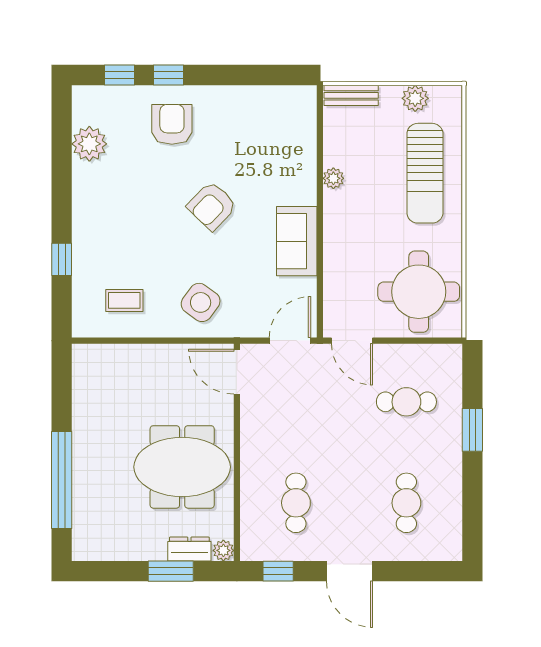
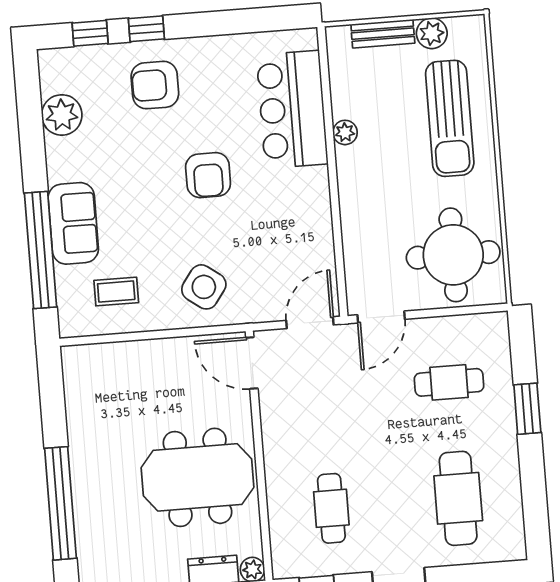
bench: (351, 95) -> (383, 34), moved
armchair: (172, 124) -> (155, 85), turned -90
bar counter: (289, 155) -> (292, 109), added
armchair: (212, 206) -> (208, 175), turned -44
sofa: (297, 241) -> (73, 223), moved, turned 180
window: (62, 259) -> (41, 250), width x3.17
door: (352, 341) -> (381, 317), hinge flipped
cafe table: (406, 503) -> (458, 498), width x1.37, depth x1.35

